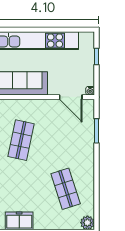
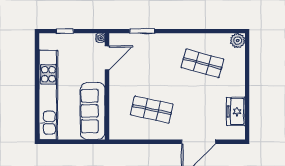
shop shelf: (66, 189) -> (202, 63), turned 33

